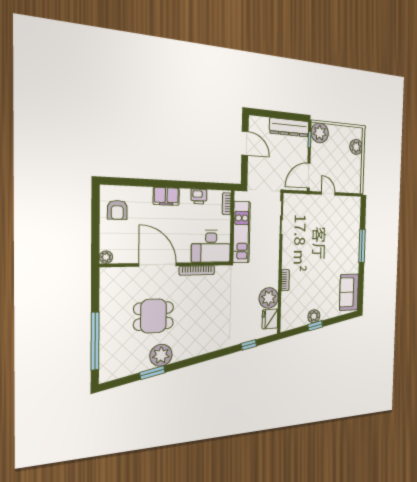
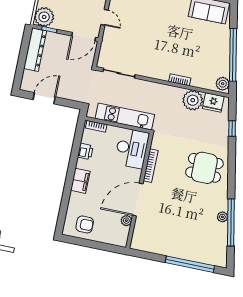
door: (309, 176) -> (84, 37), hinge flipped
door: (328, 193) -> (104, 17), swing flipped
plant: (106, 257) -> (126, 221), moved
dining table: (154, 316) -> (204, 168), moved, turned 90
plant: (314, 316) -> (223, 84), moved
window: (315, 326) -> (233, 55), width x3.17
plant: (161, 355) -> (222, 217), width x0.53, depth x0.53
window: (152, 373) -> (231, 222), width x2.11

